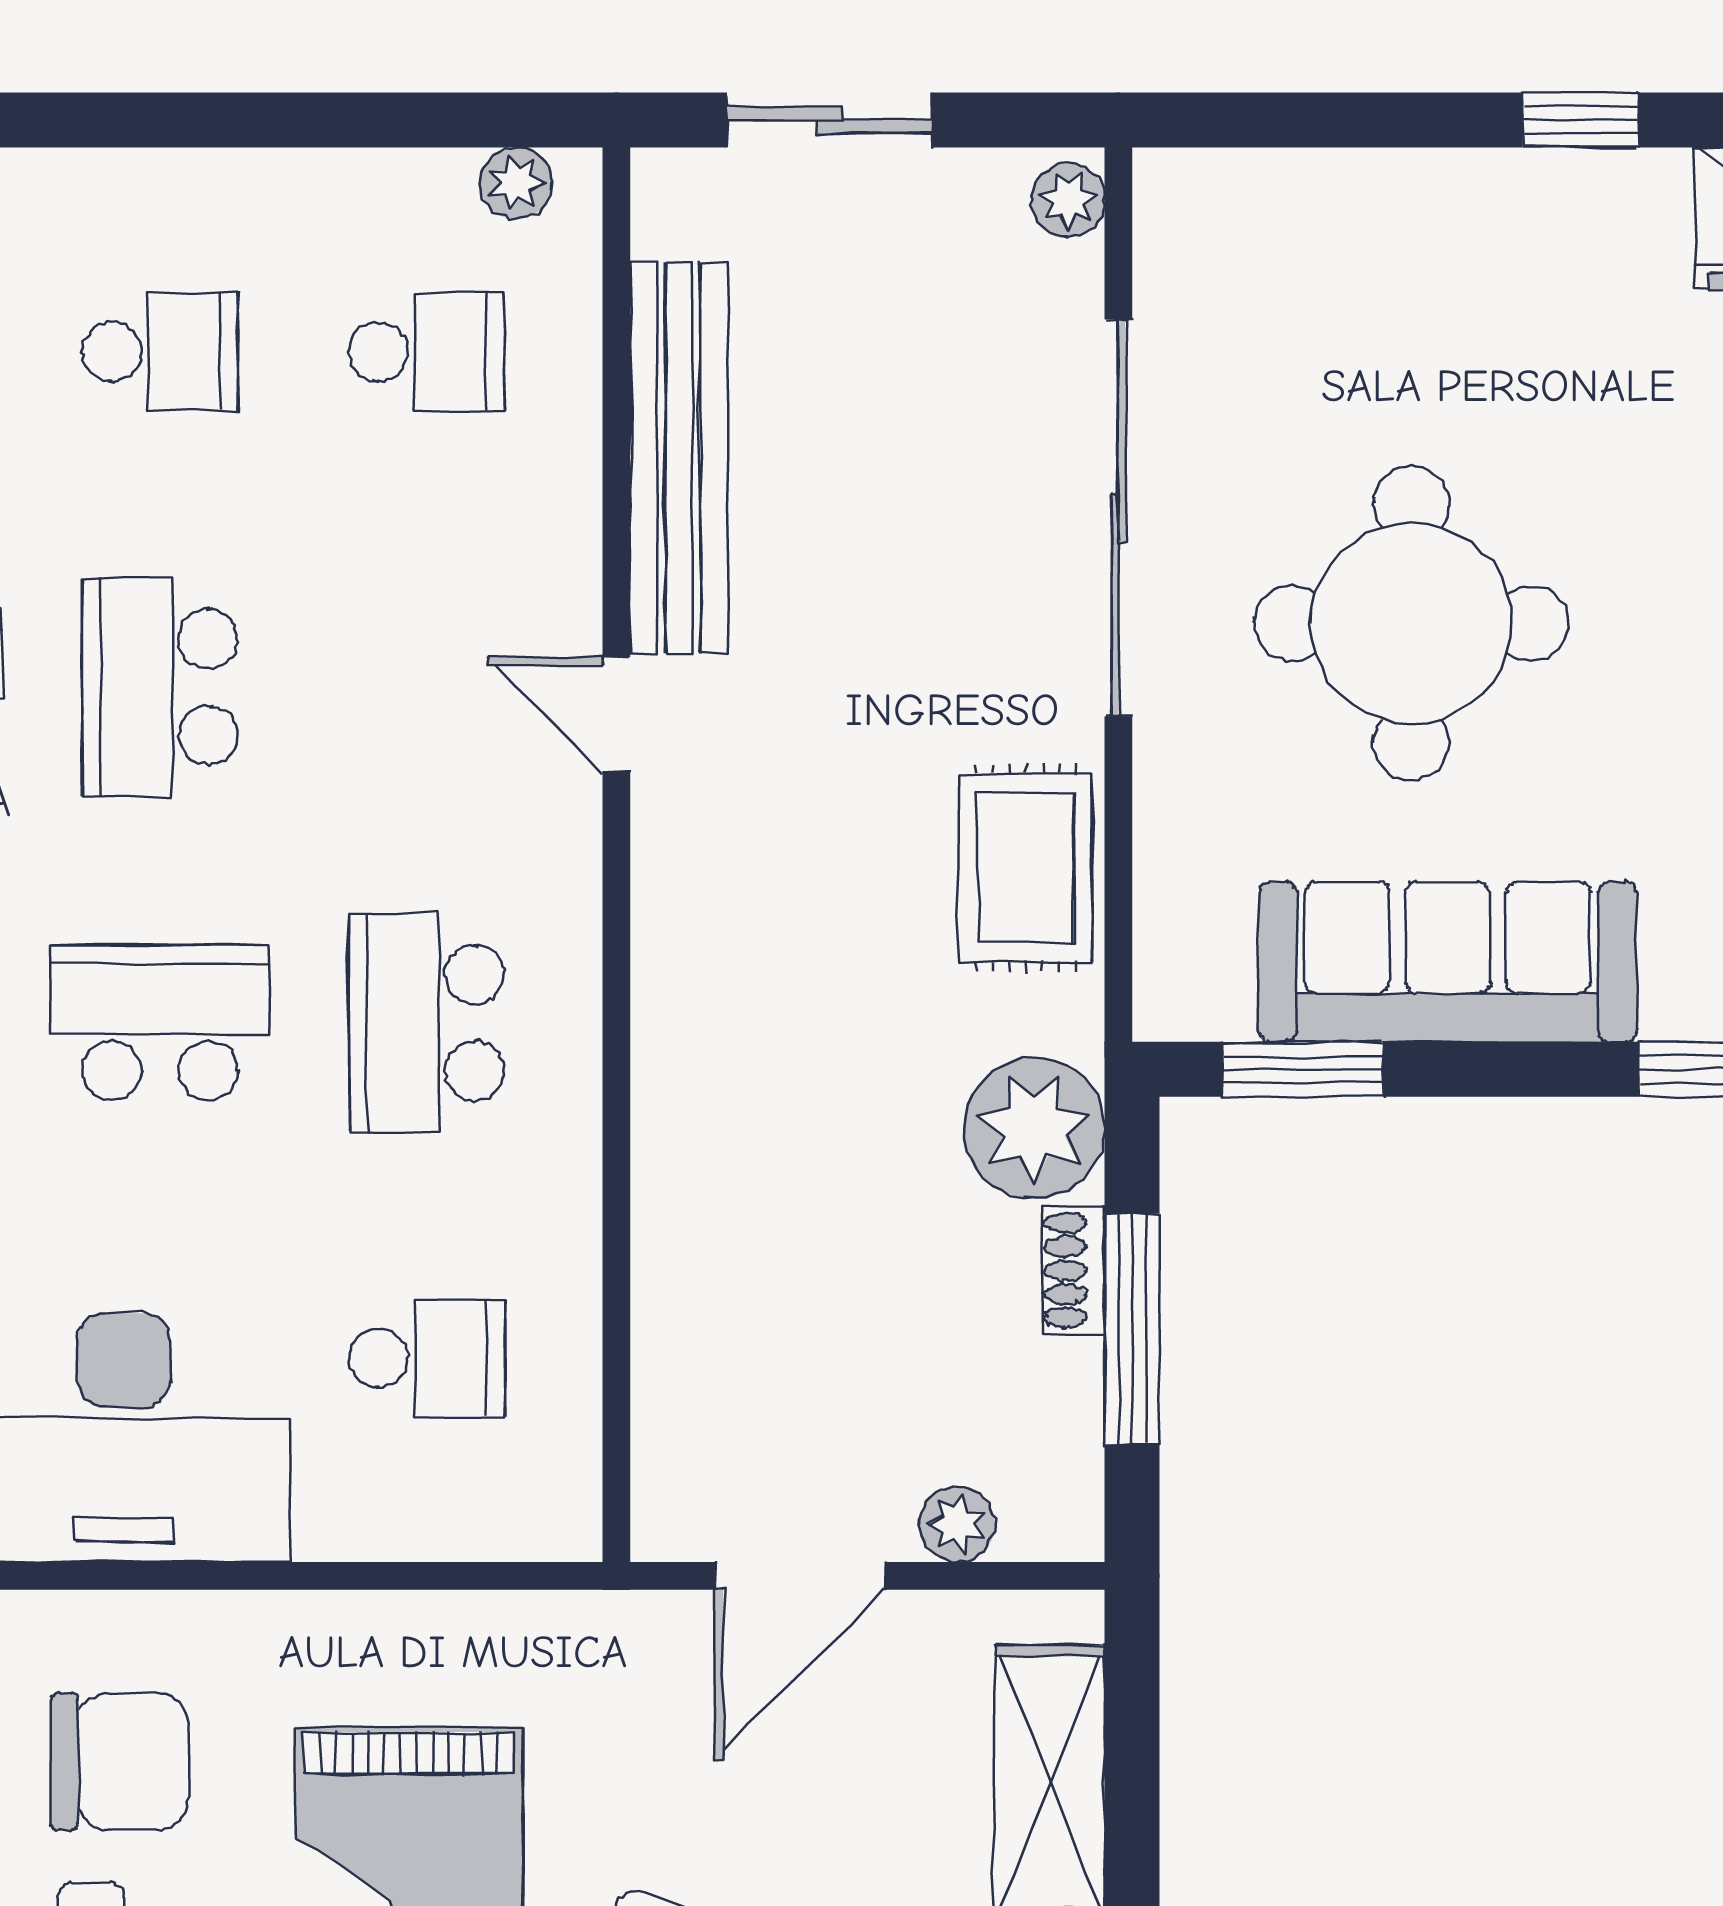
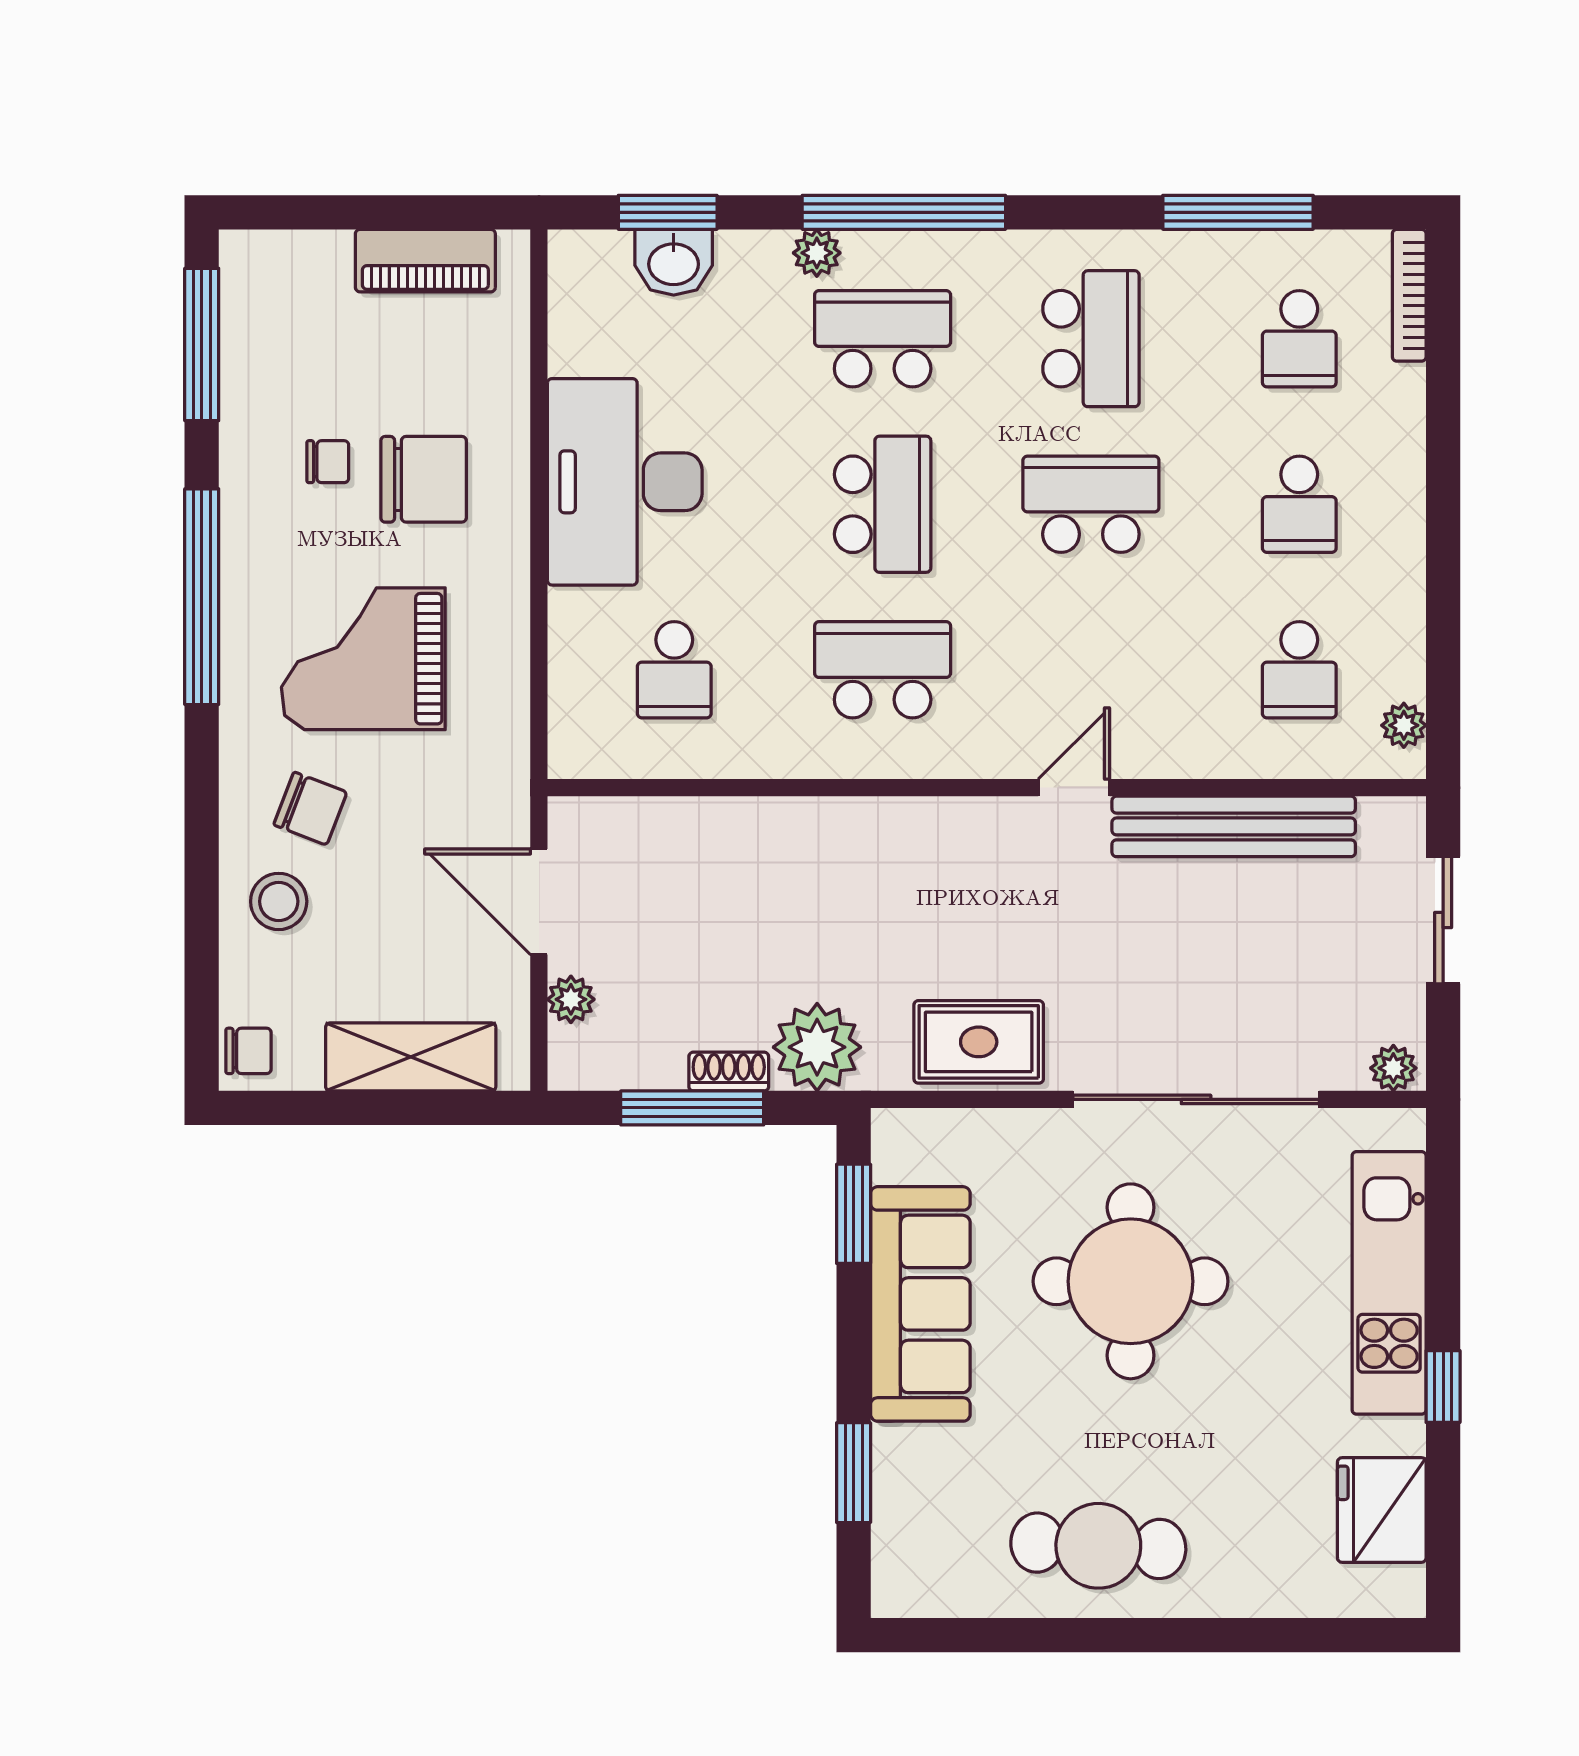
kitchen unit: (1414, 207) -> (1389, 1283), added
chair: (120, 1762) -> (424, 479), turned -90

